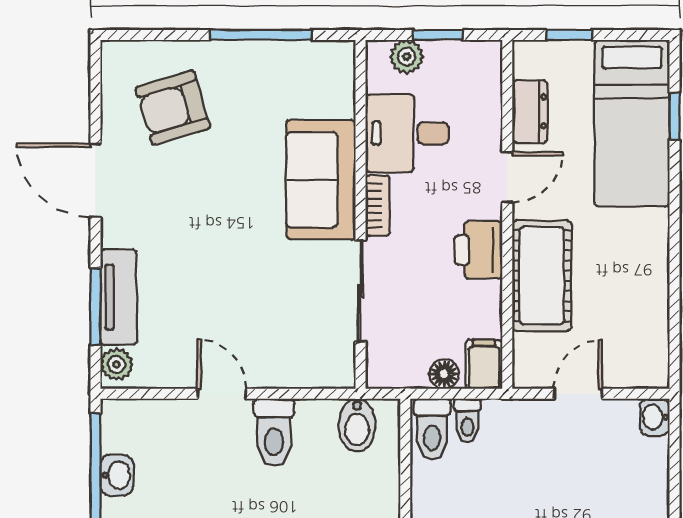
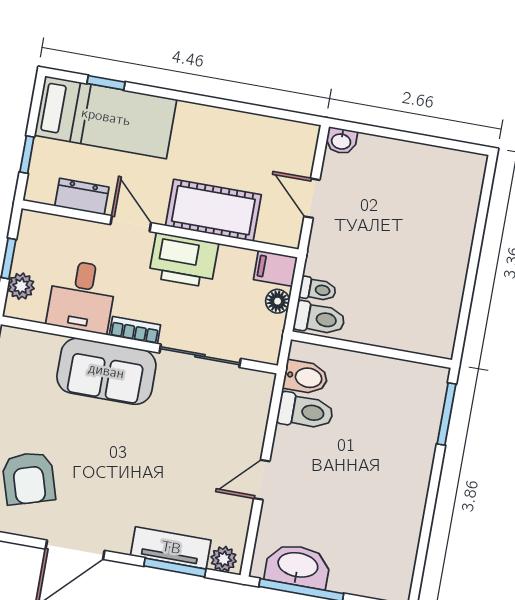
printer: (479, 250) -> (184, 260), width x1.37, depth x1.19
toilet: (274, 432) -> (305, 411), moved
washbasin: (117, 475) -> (298, 566), width x1.91, depth x1.45

